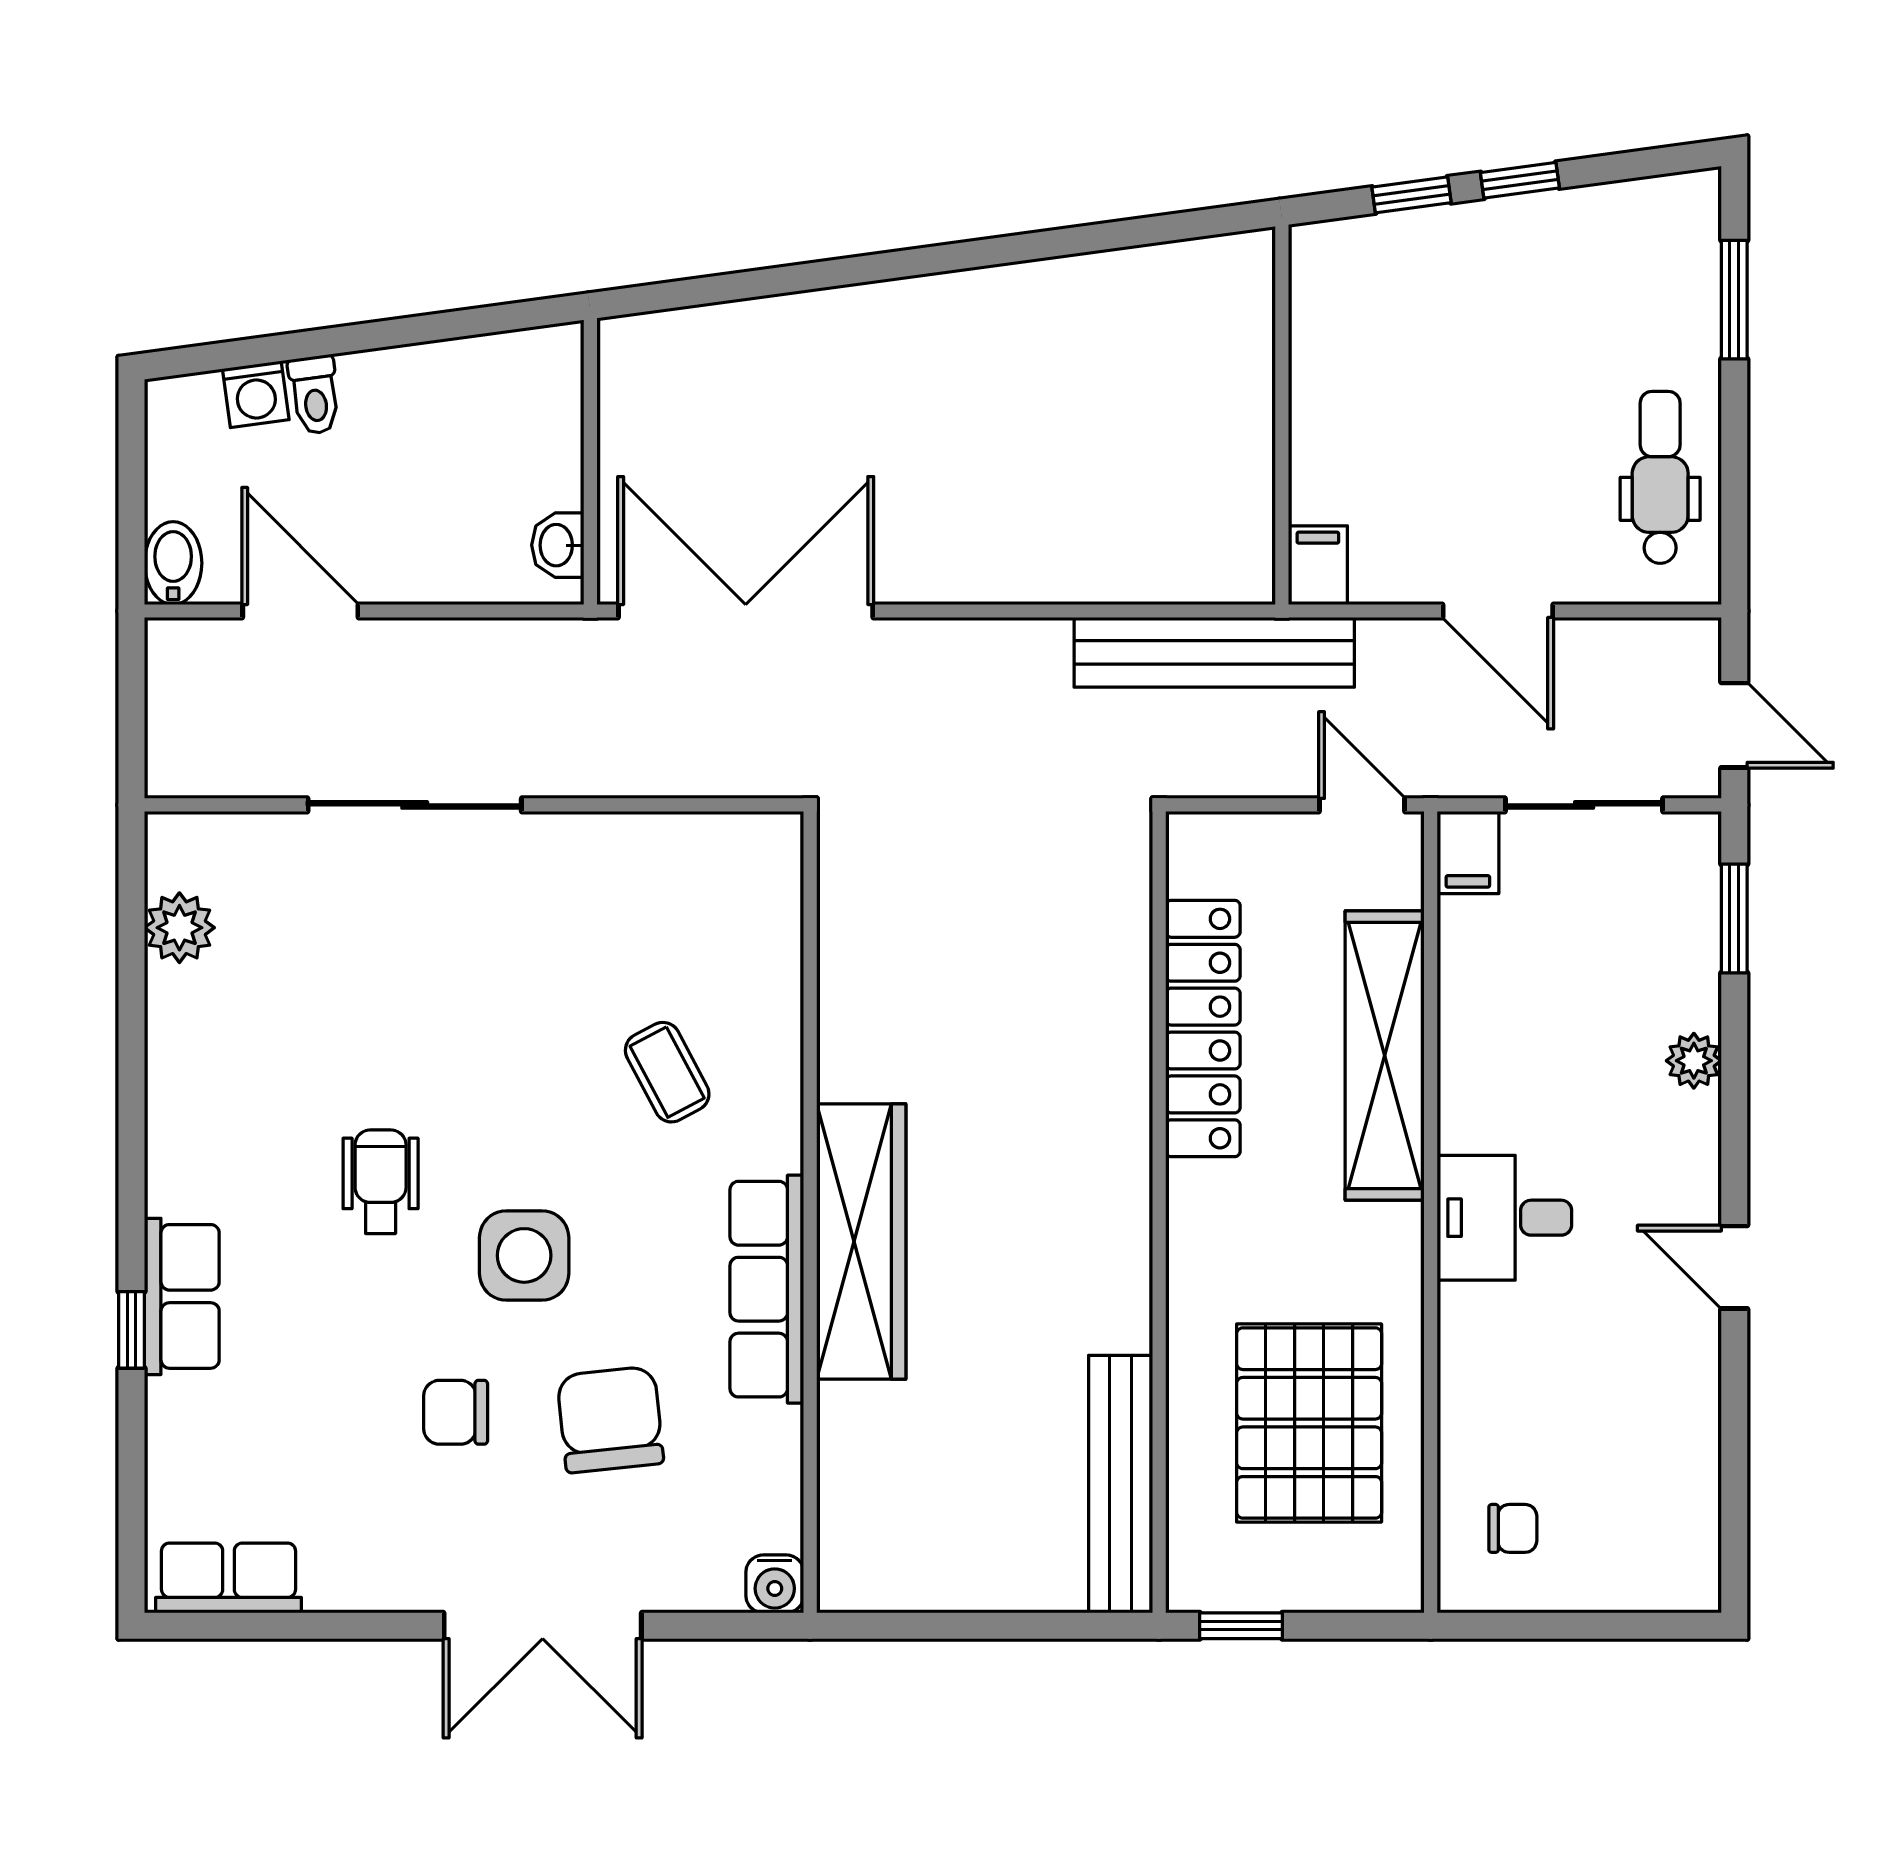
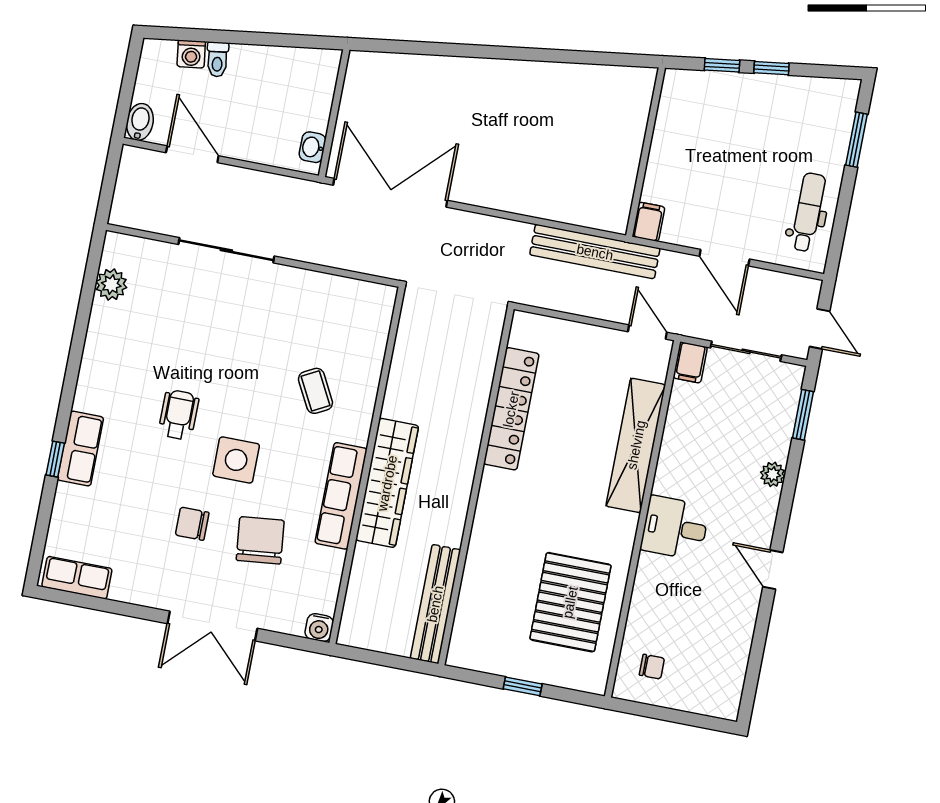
locker: (1203, 1029) -> (511, 409), moved
wall: (1159, 1212) -> (476, 487), moved
bench: (1121, 1484) -> (435, 604), moved

